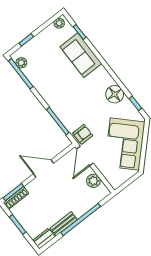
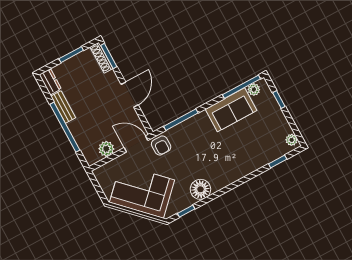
sofa: (81, 55) -> (231, 110), moved, turned 180

